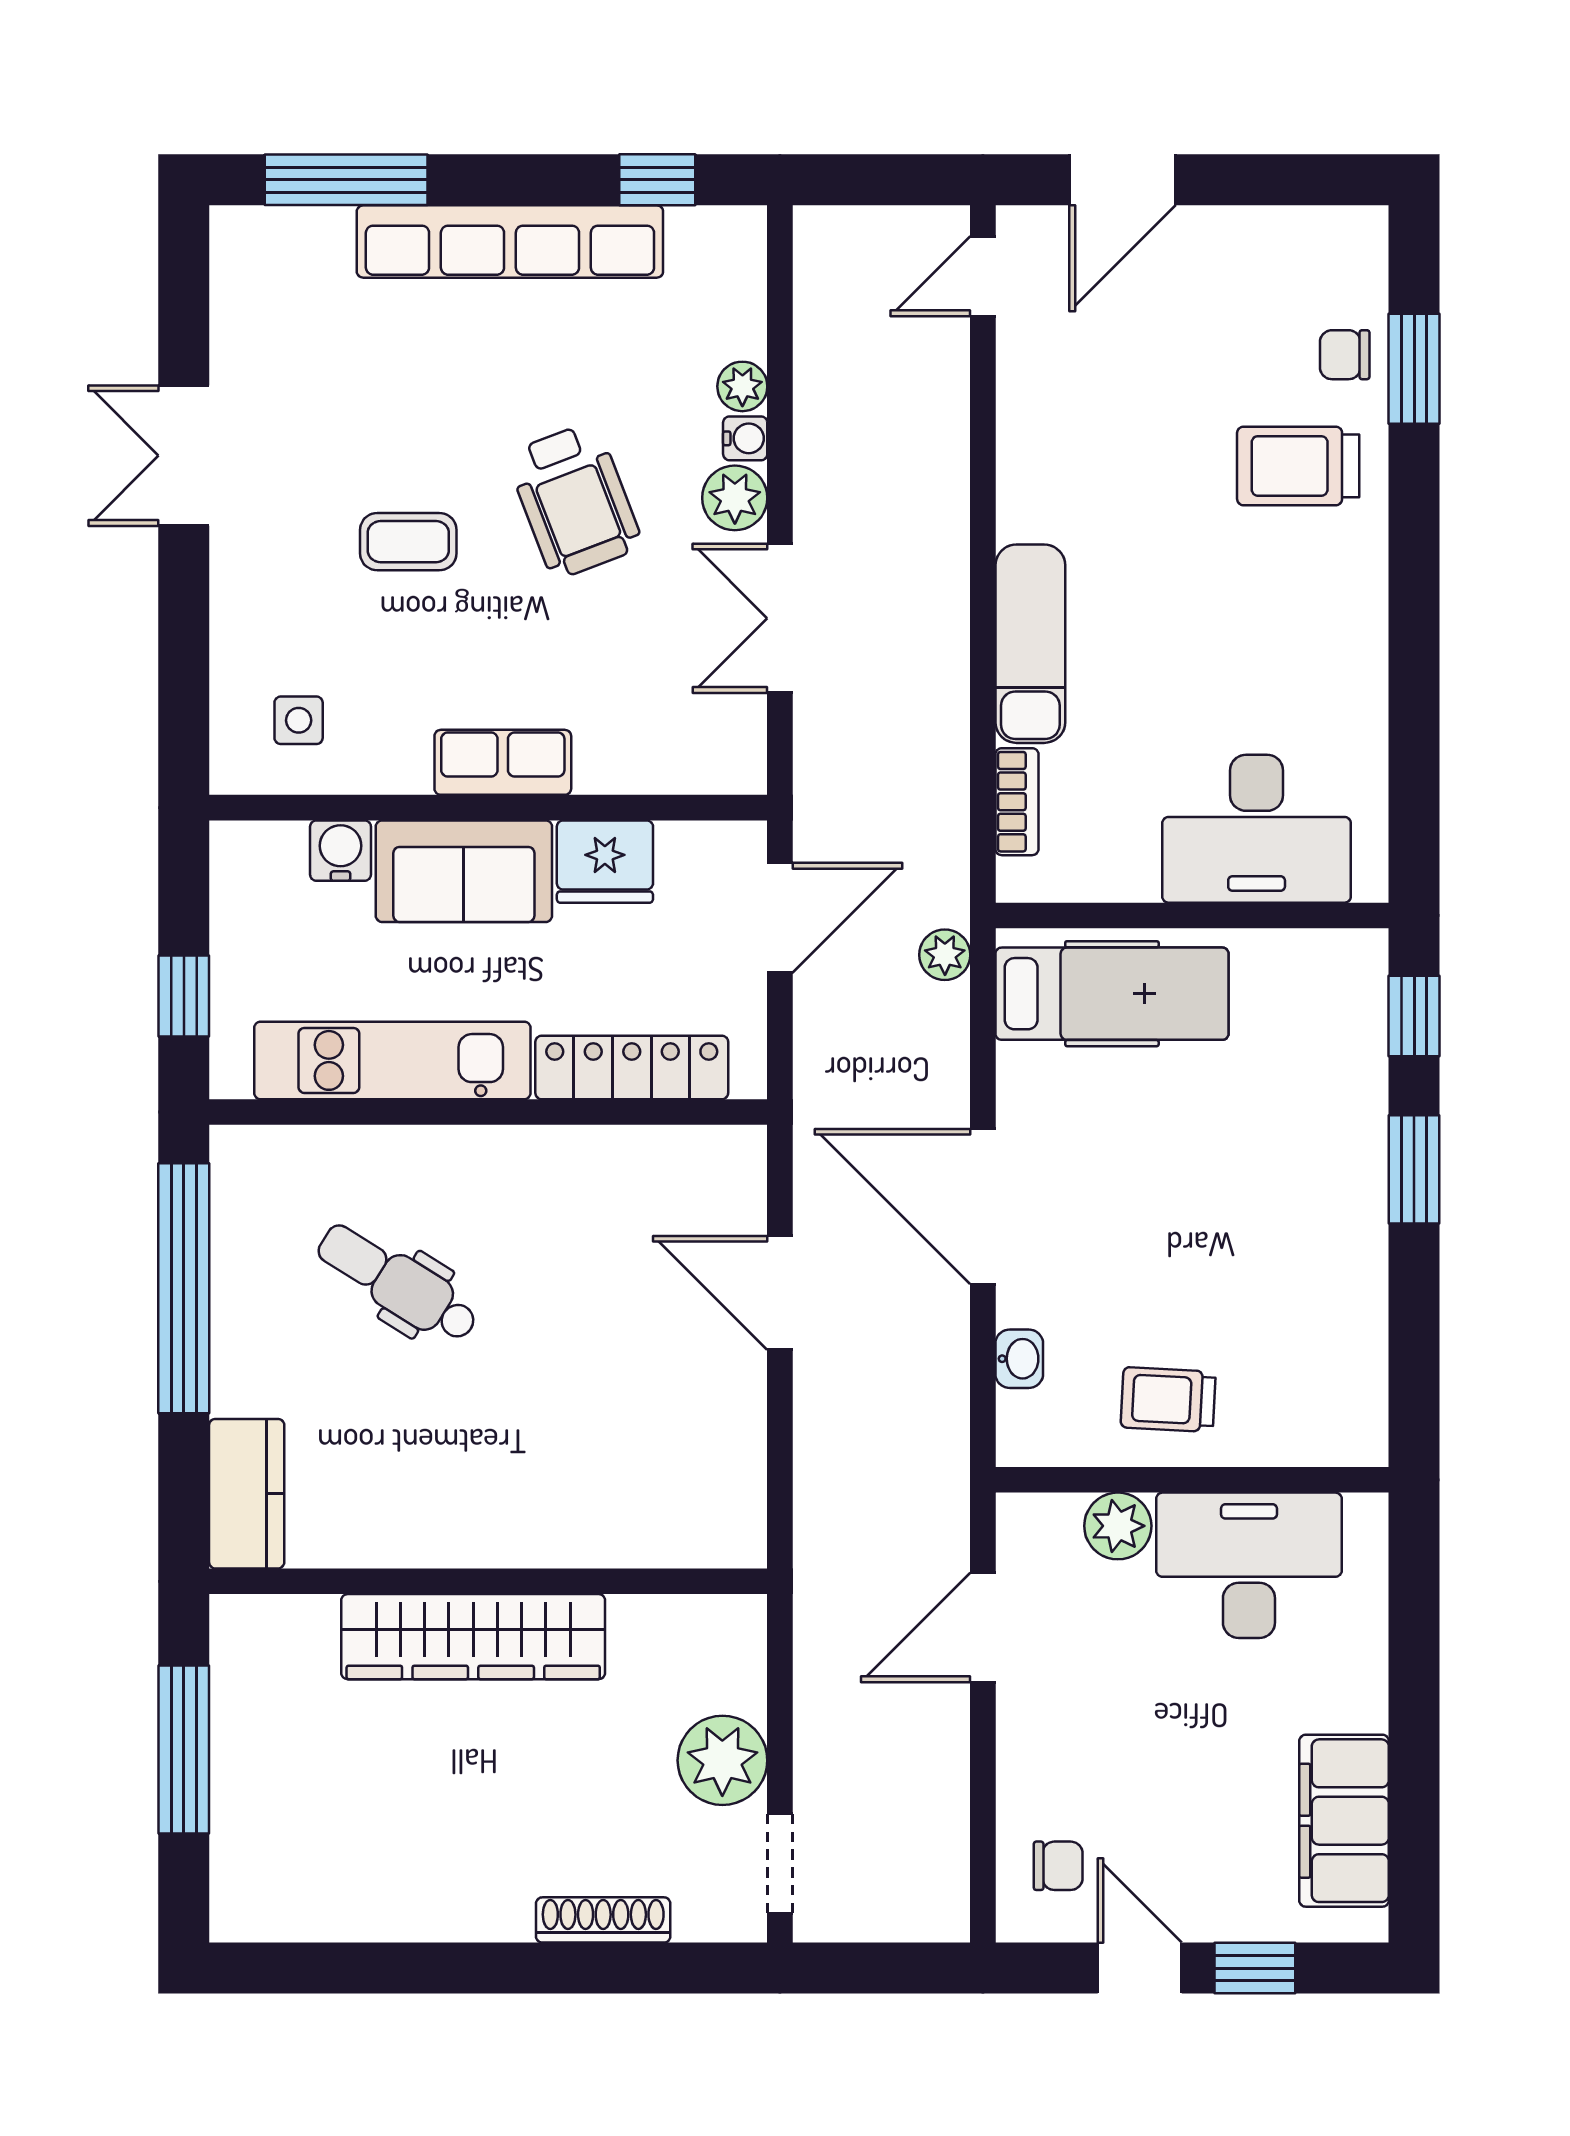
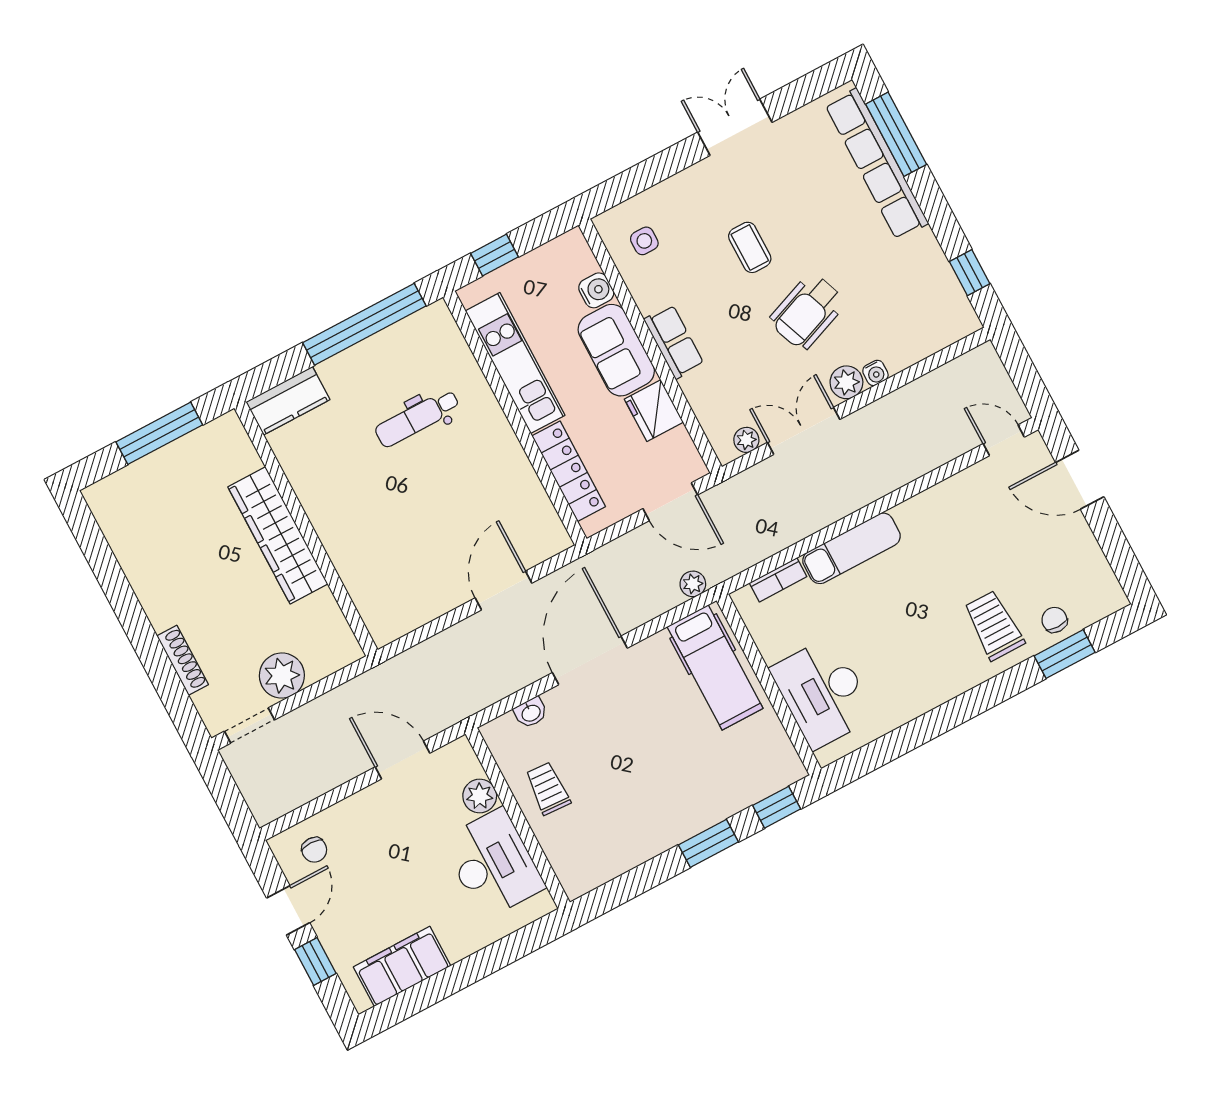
row of seats: (510, 241) -> (877, 164), moved
plant: (742, 386) -> (746, 440), moved
dental chair: (398, 1283) -> (417, 418), turned -122

